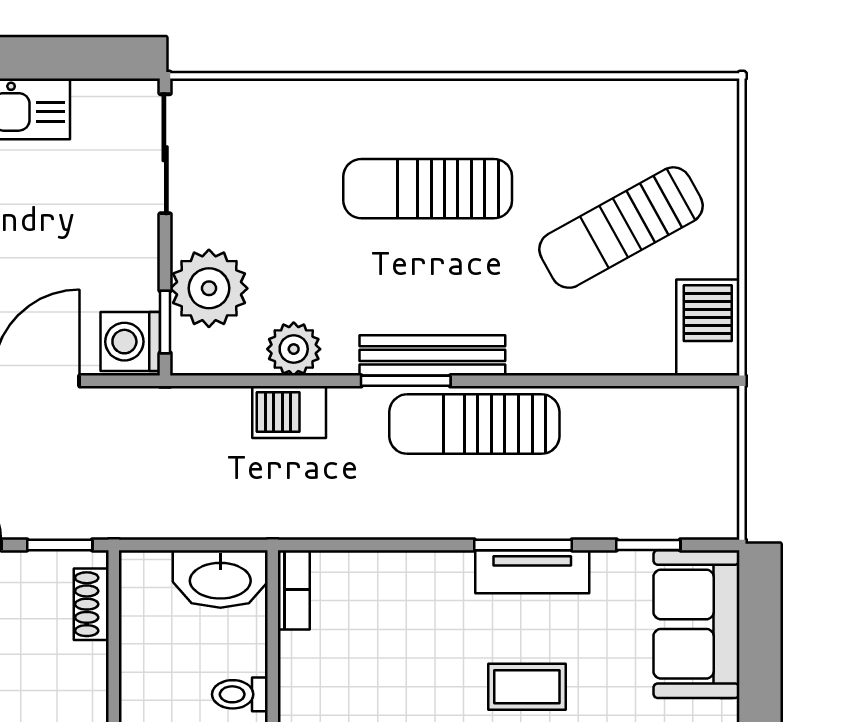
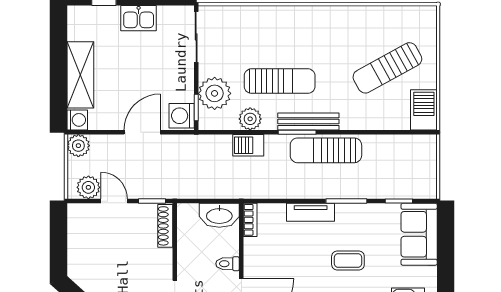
sun lounger: (428, 189) -> (280, 81), moved, turned 180
tv unit: (532, 572) -> (311, 212), moved
shoe rack: (91, 604) -> (165, 226), width x1.43

